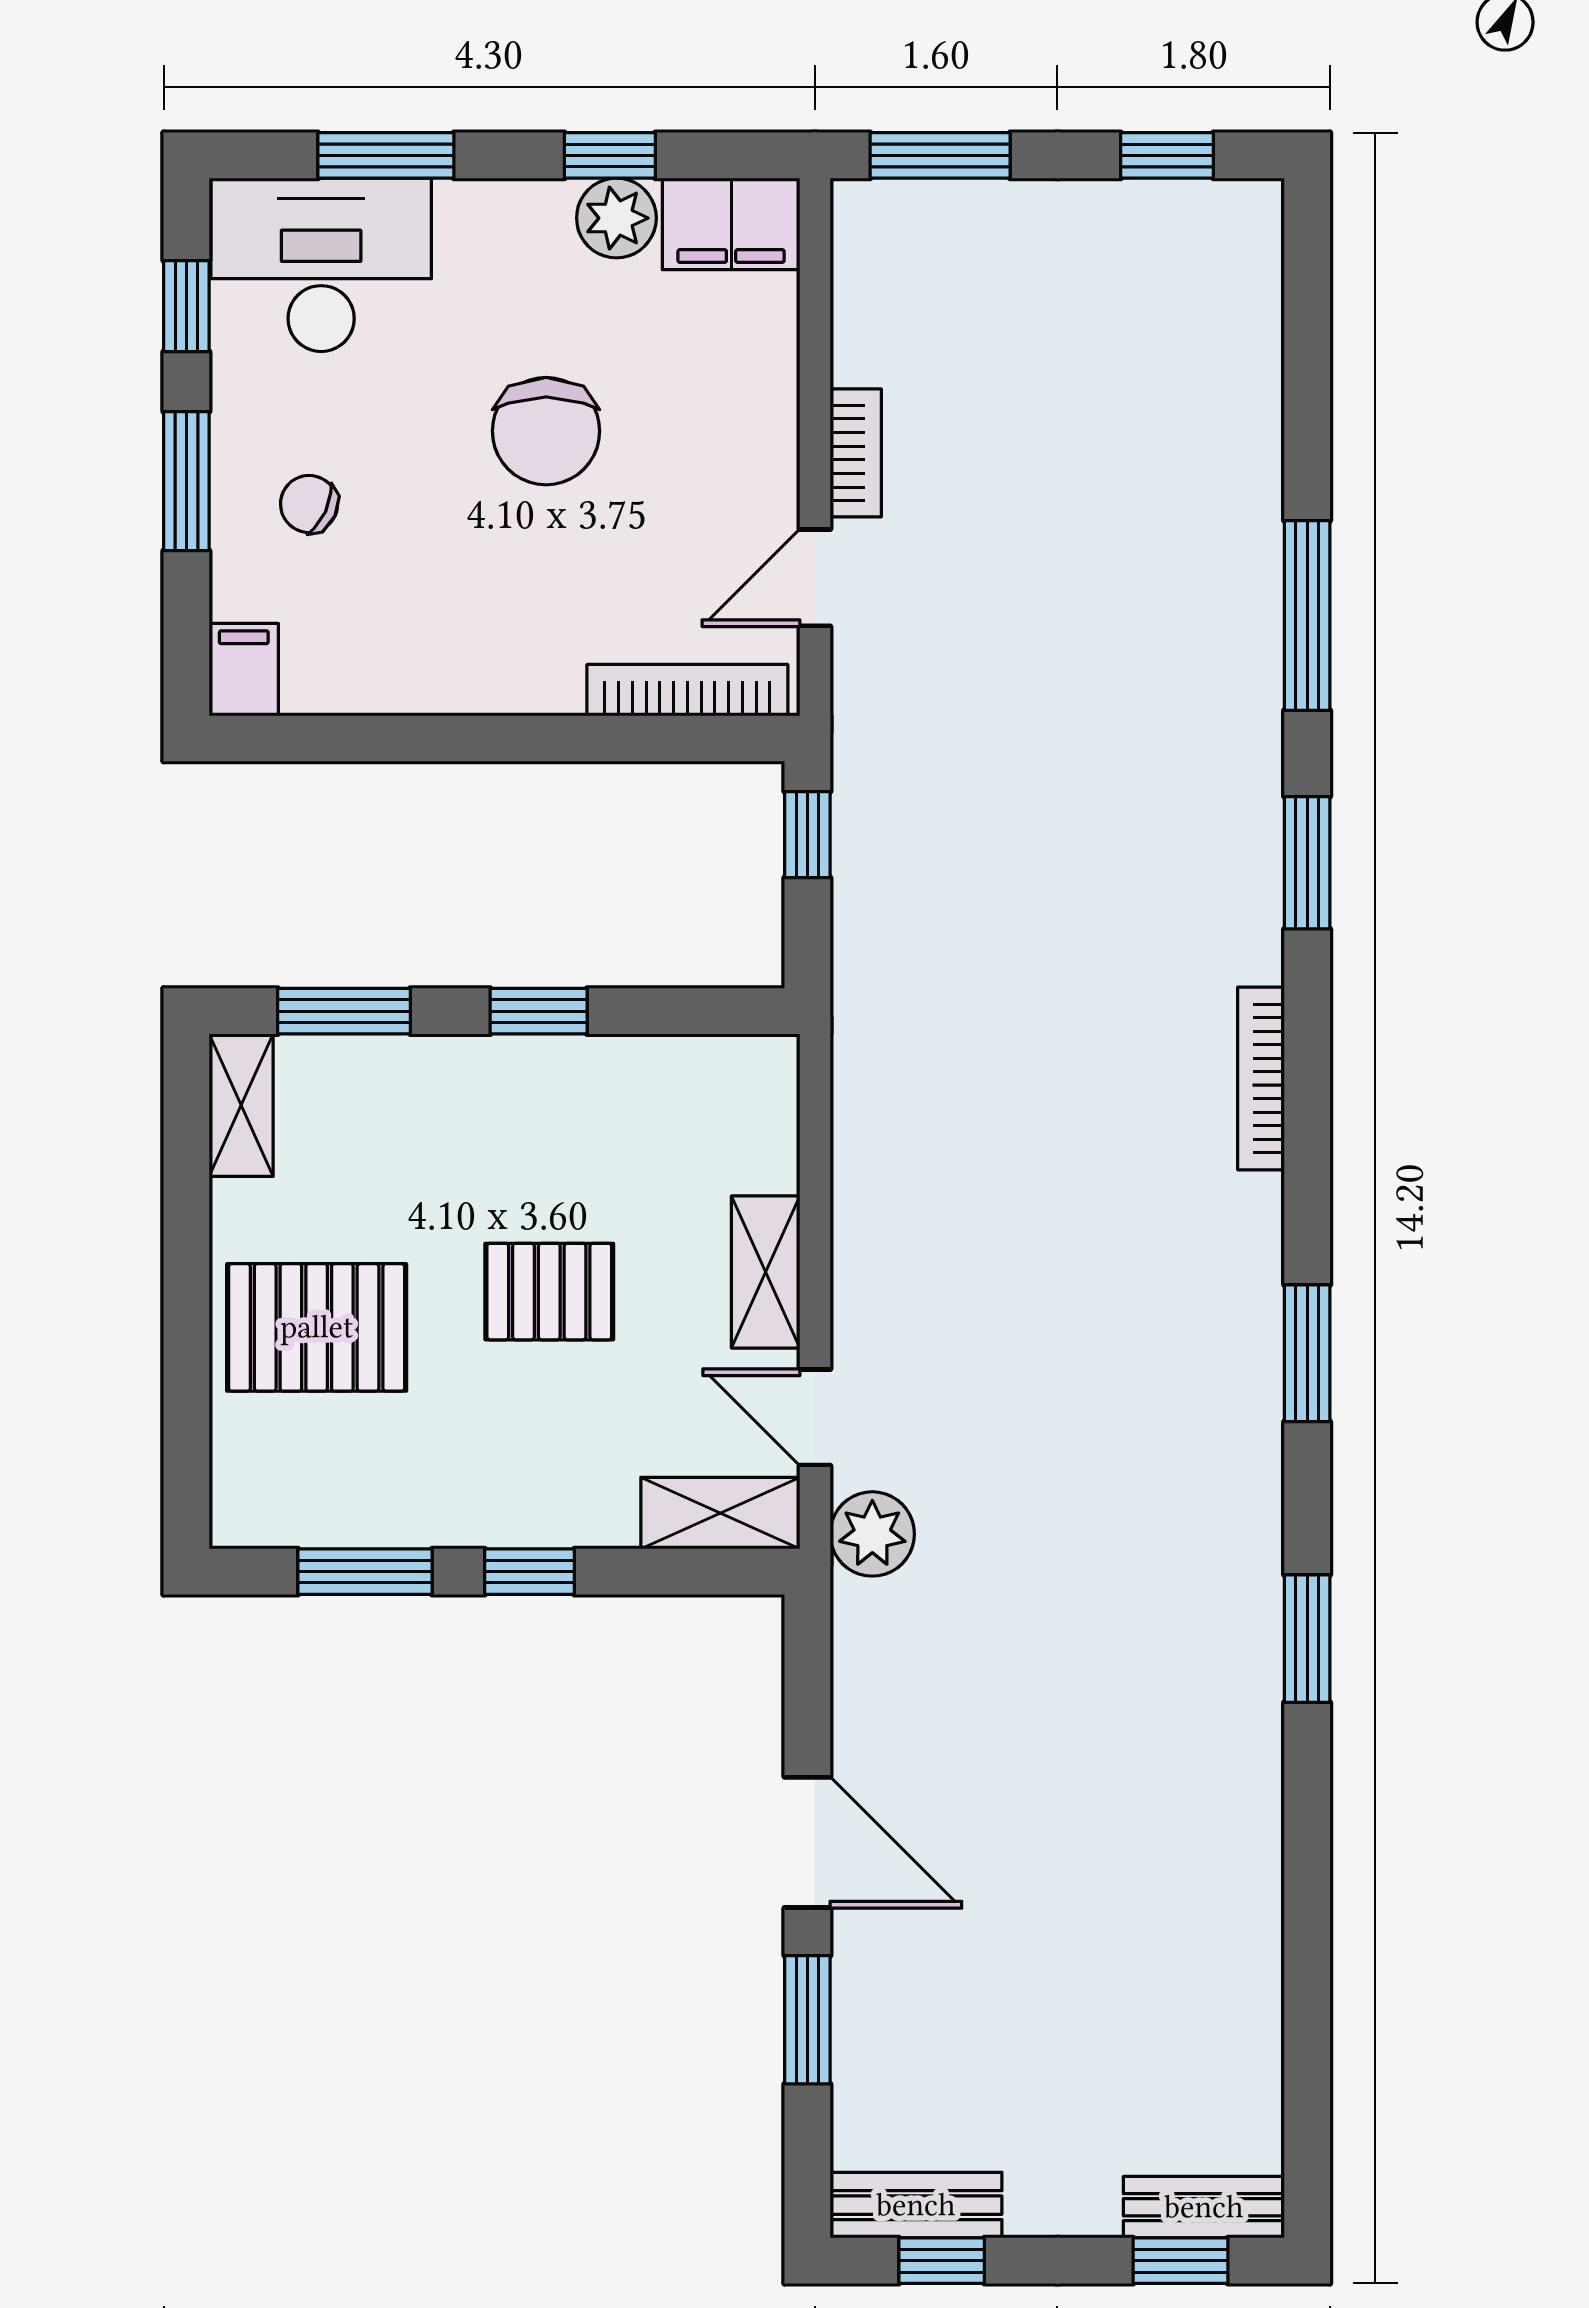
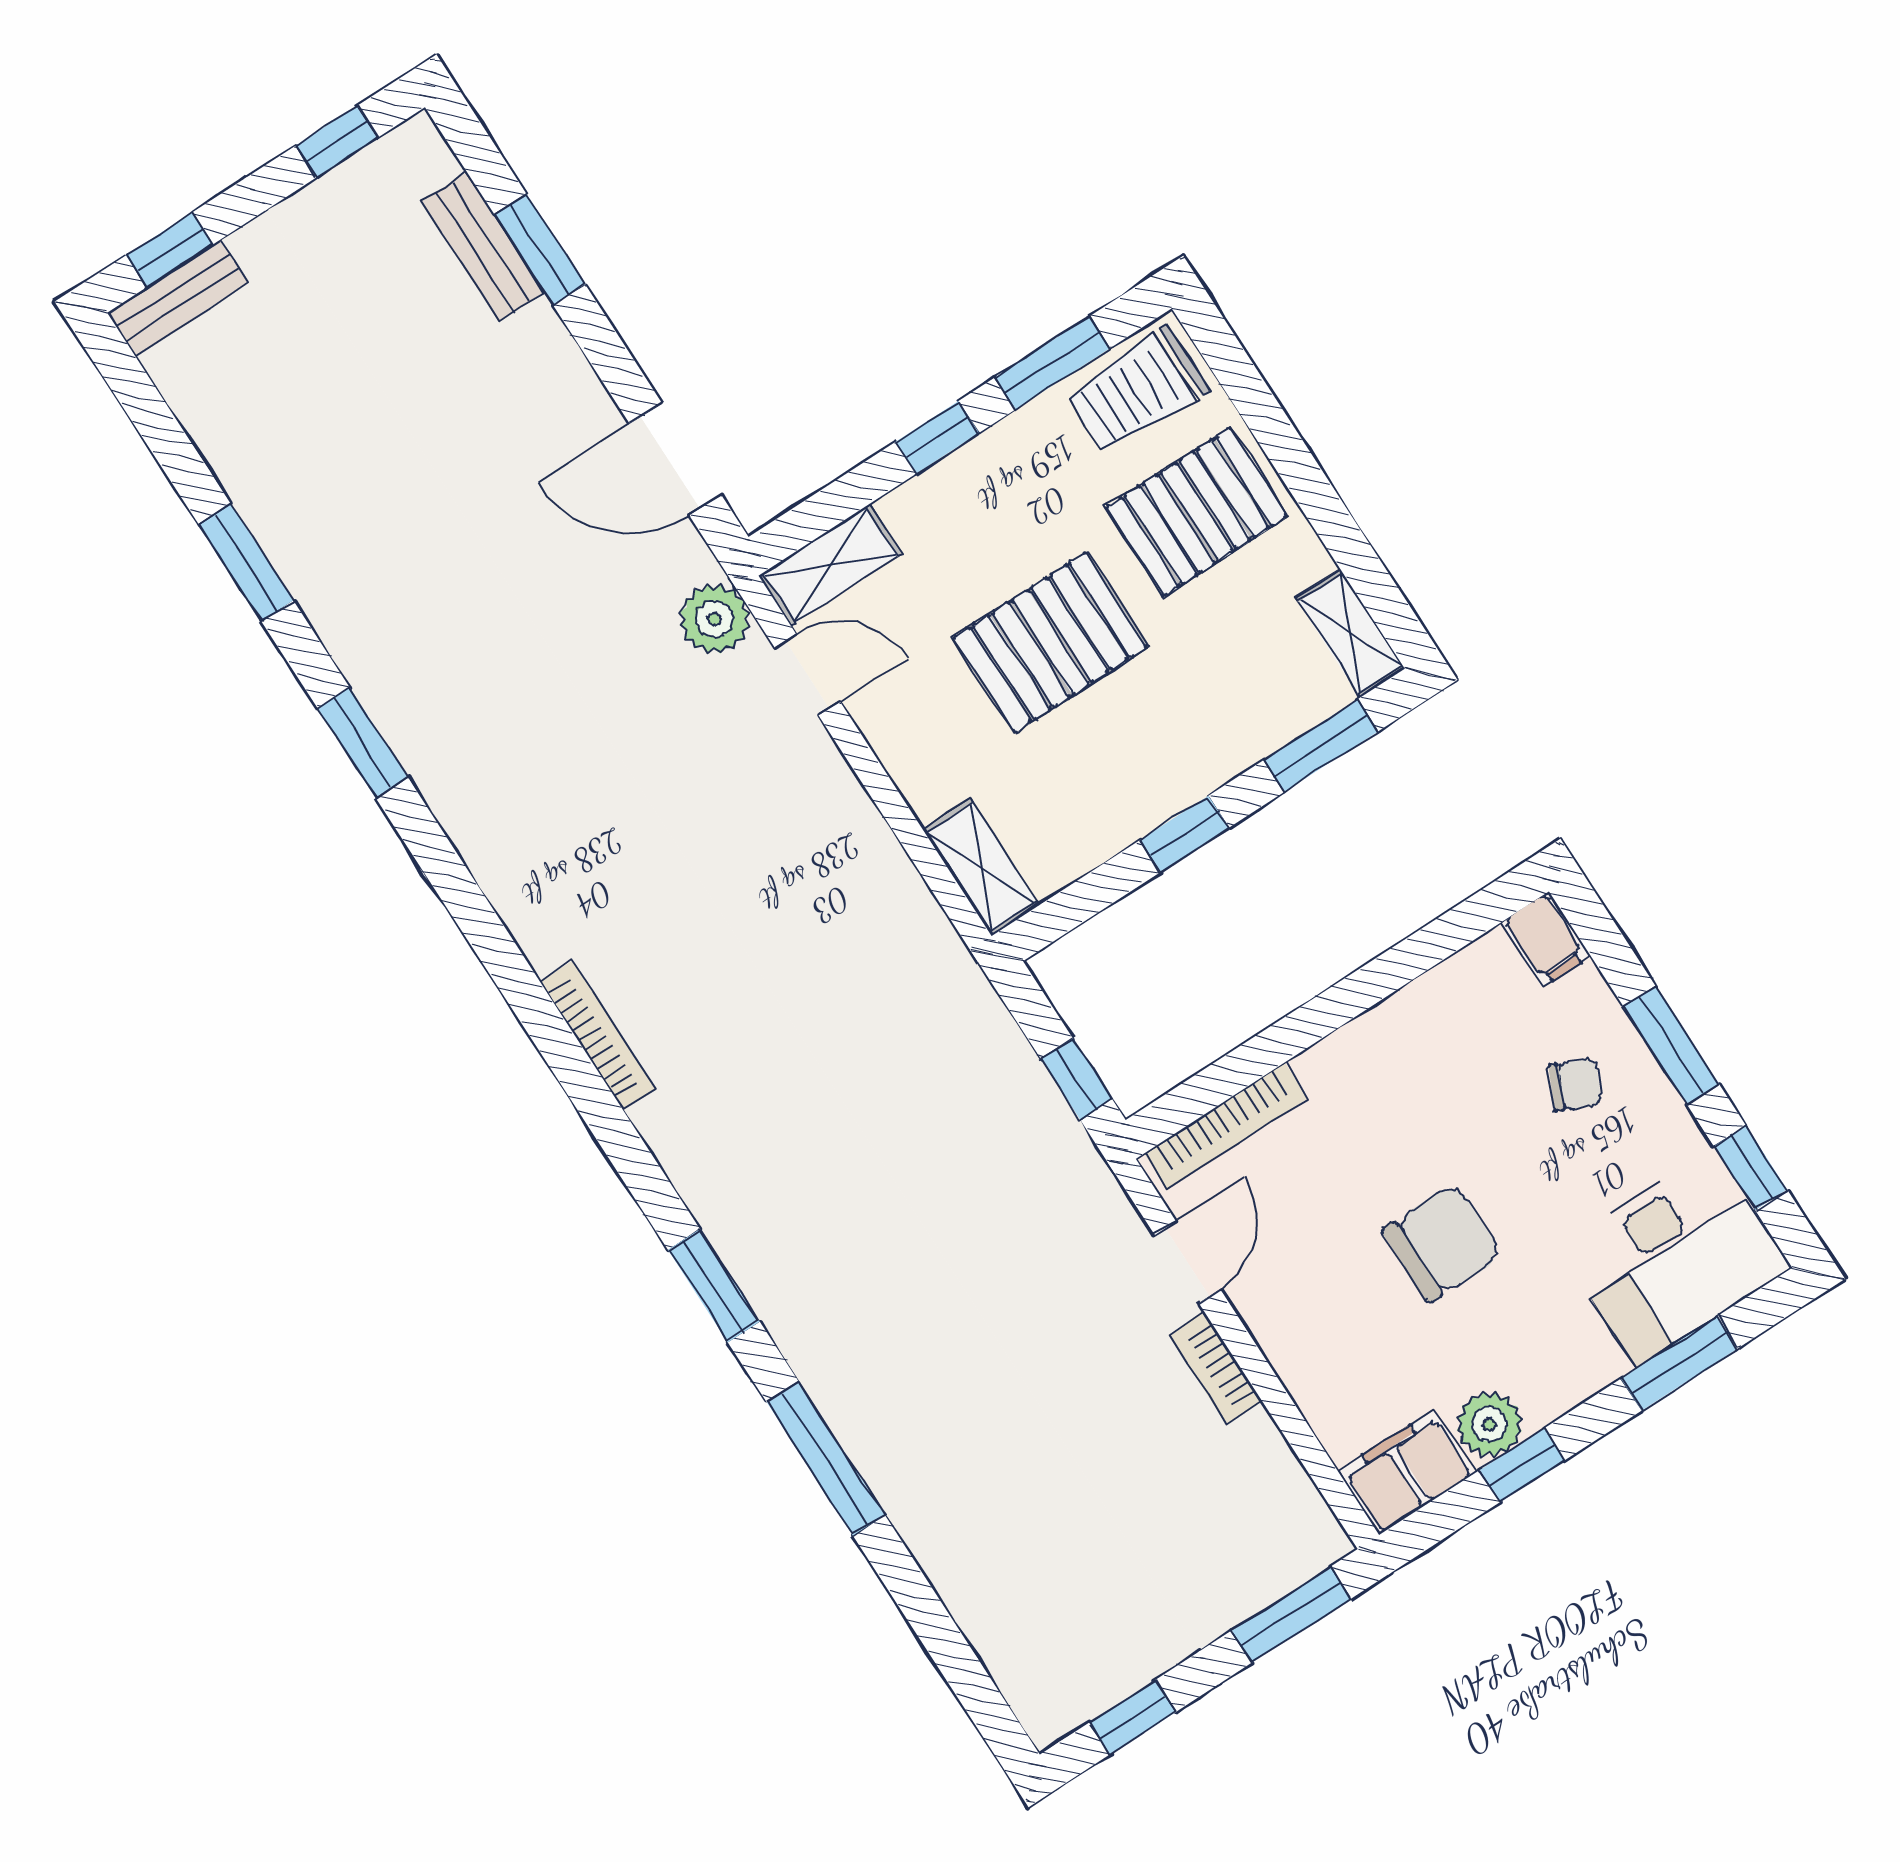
chair: (546, 431) -> (1442, 1243), turned 90
bookcase: (1261, 1078) -> (598, 1035), moved
shelving: (766, 1272) -> (981, 867), moved
pallet: (549, 1292) -> (1050, 642), width x1.50, depth x1.42
window: (1307, 1353) -> (246, 563), moved
trolley: (298, 1488) -> (1137, 391), added
door: (807, 1842) -> (675, 459), moved
bench: (916, 2205) -> (483, 247), moved, turned 90

